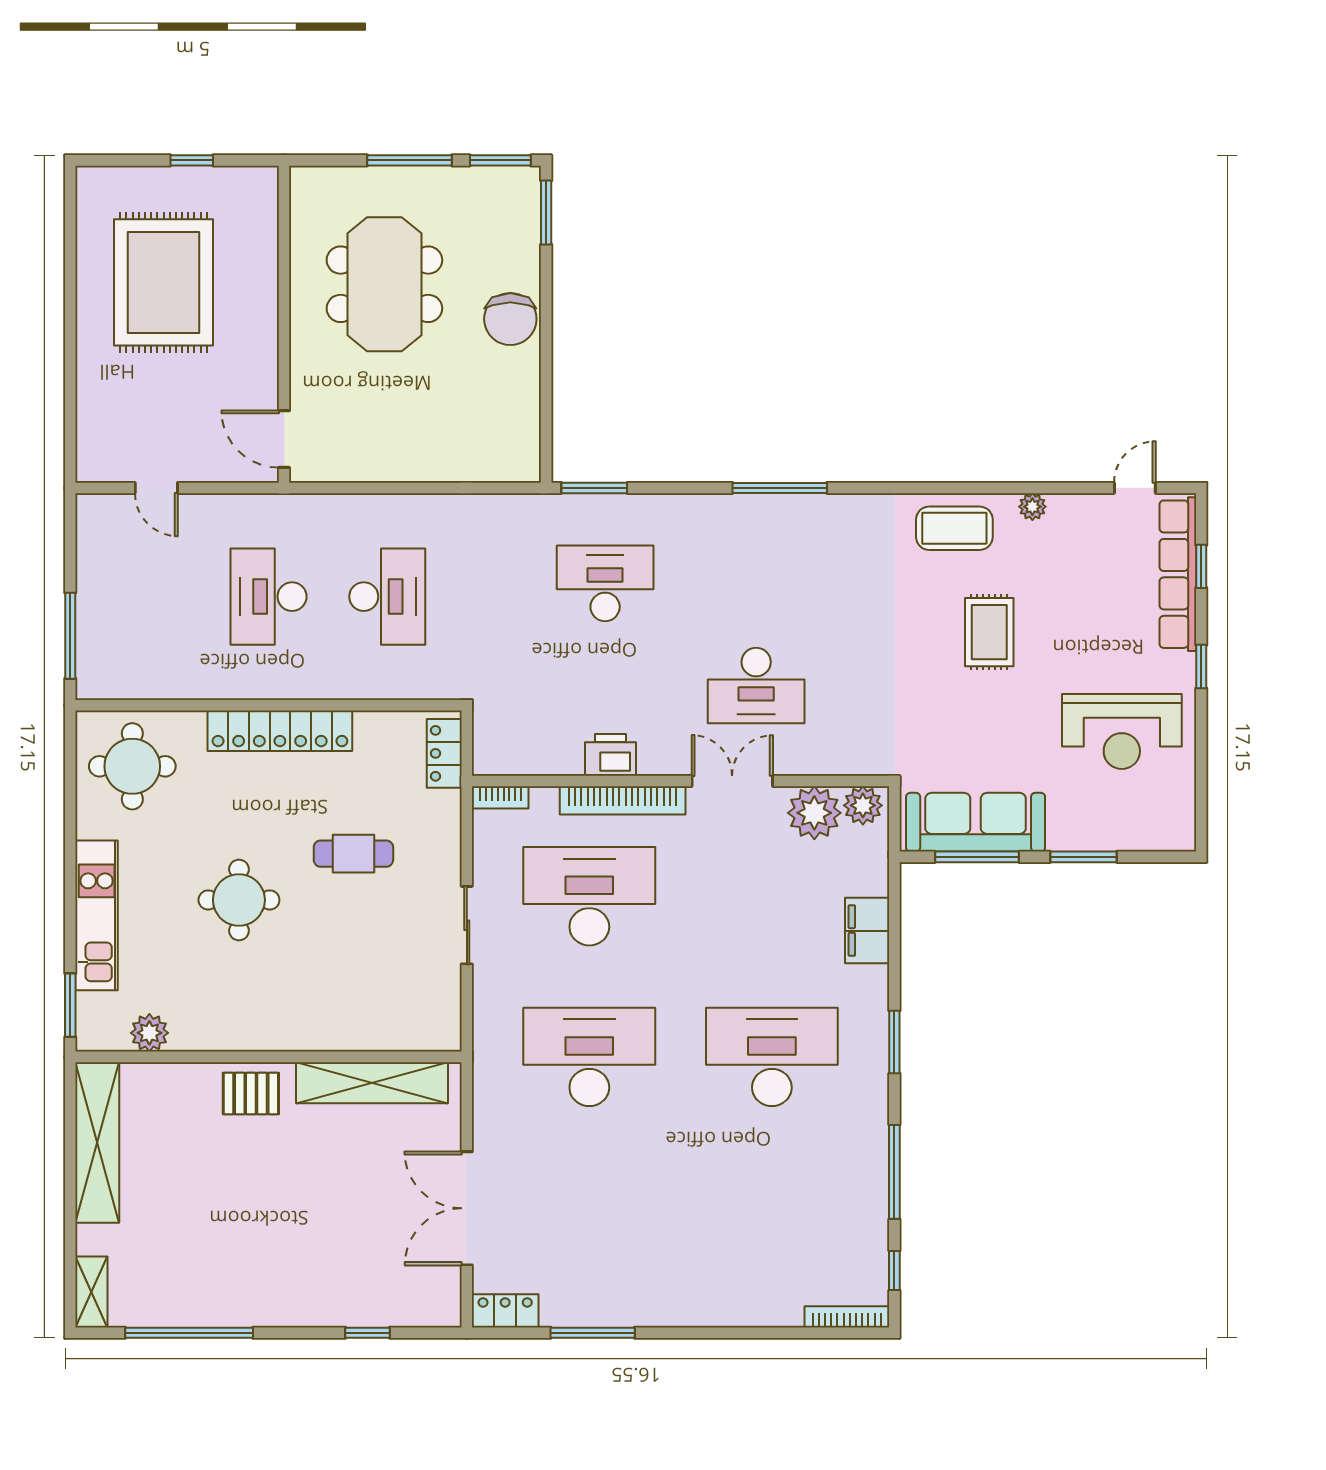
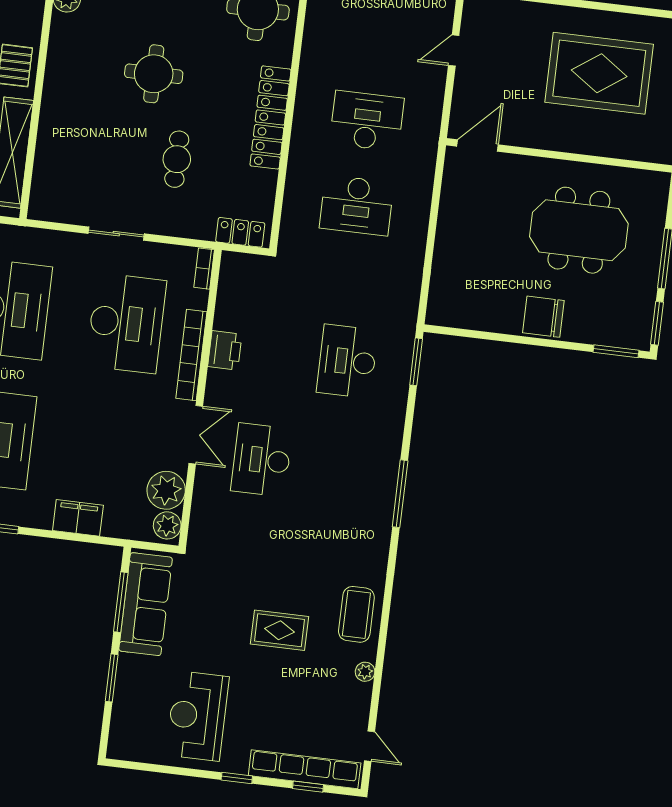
desk: (605, 583) -> (347, 361), turned 180

